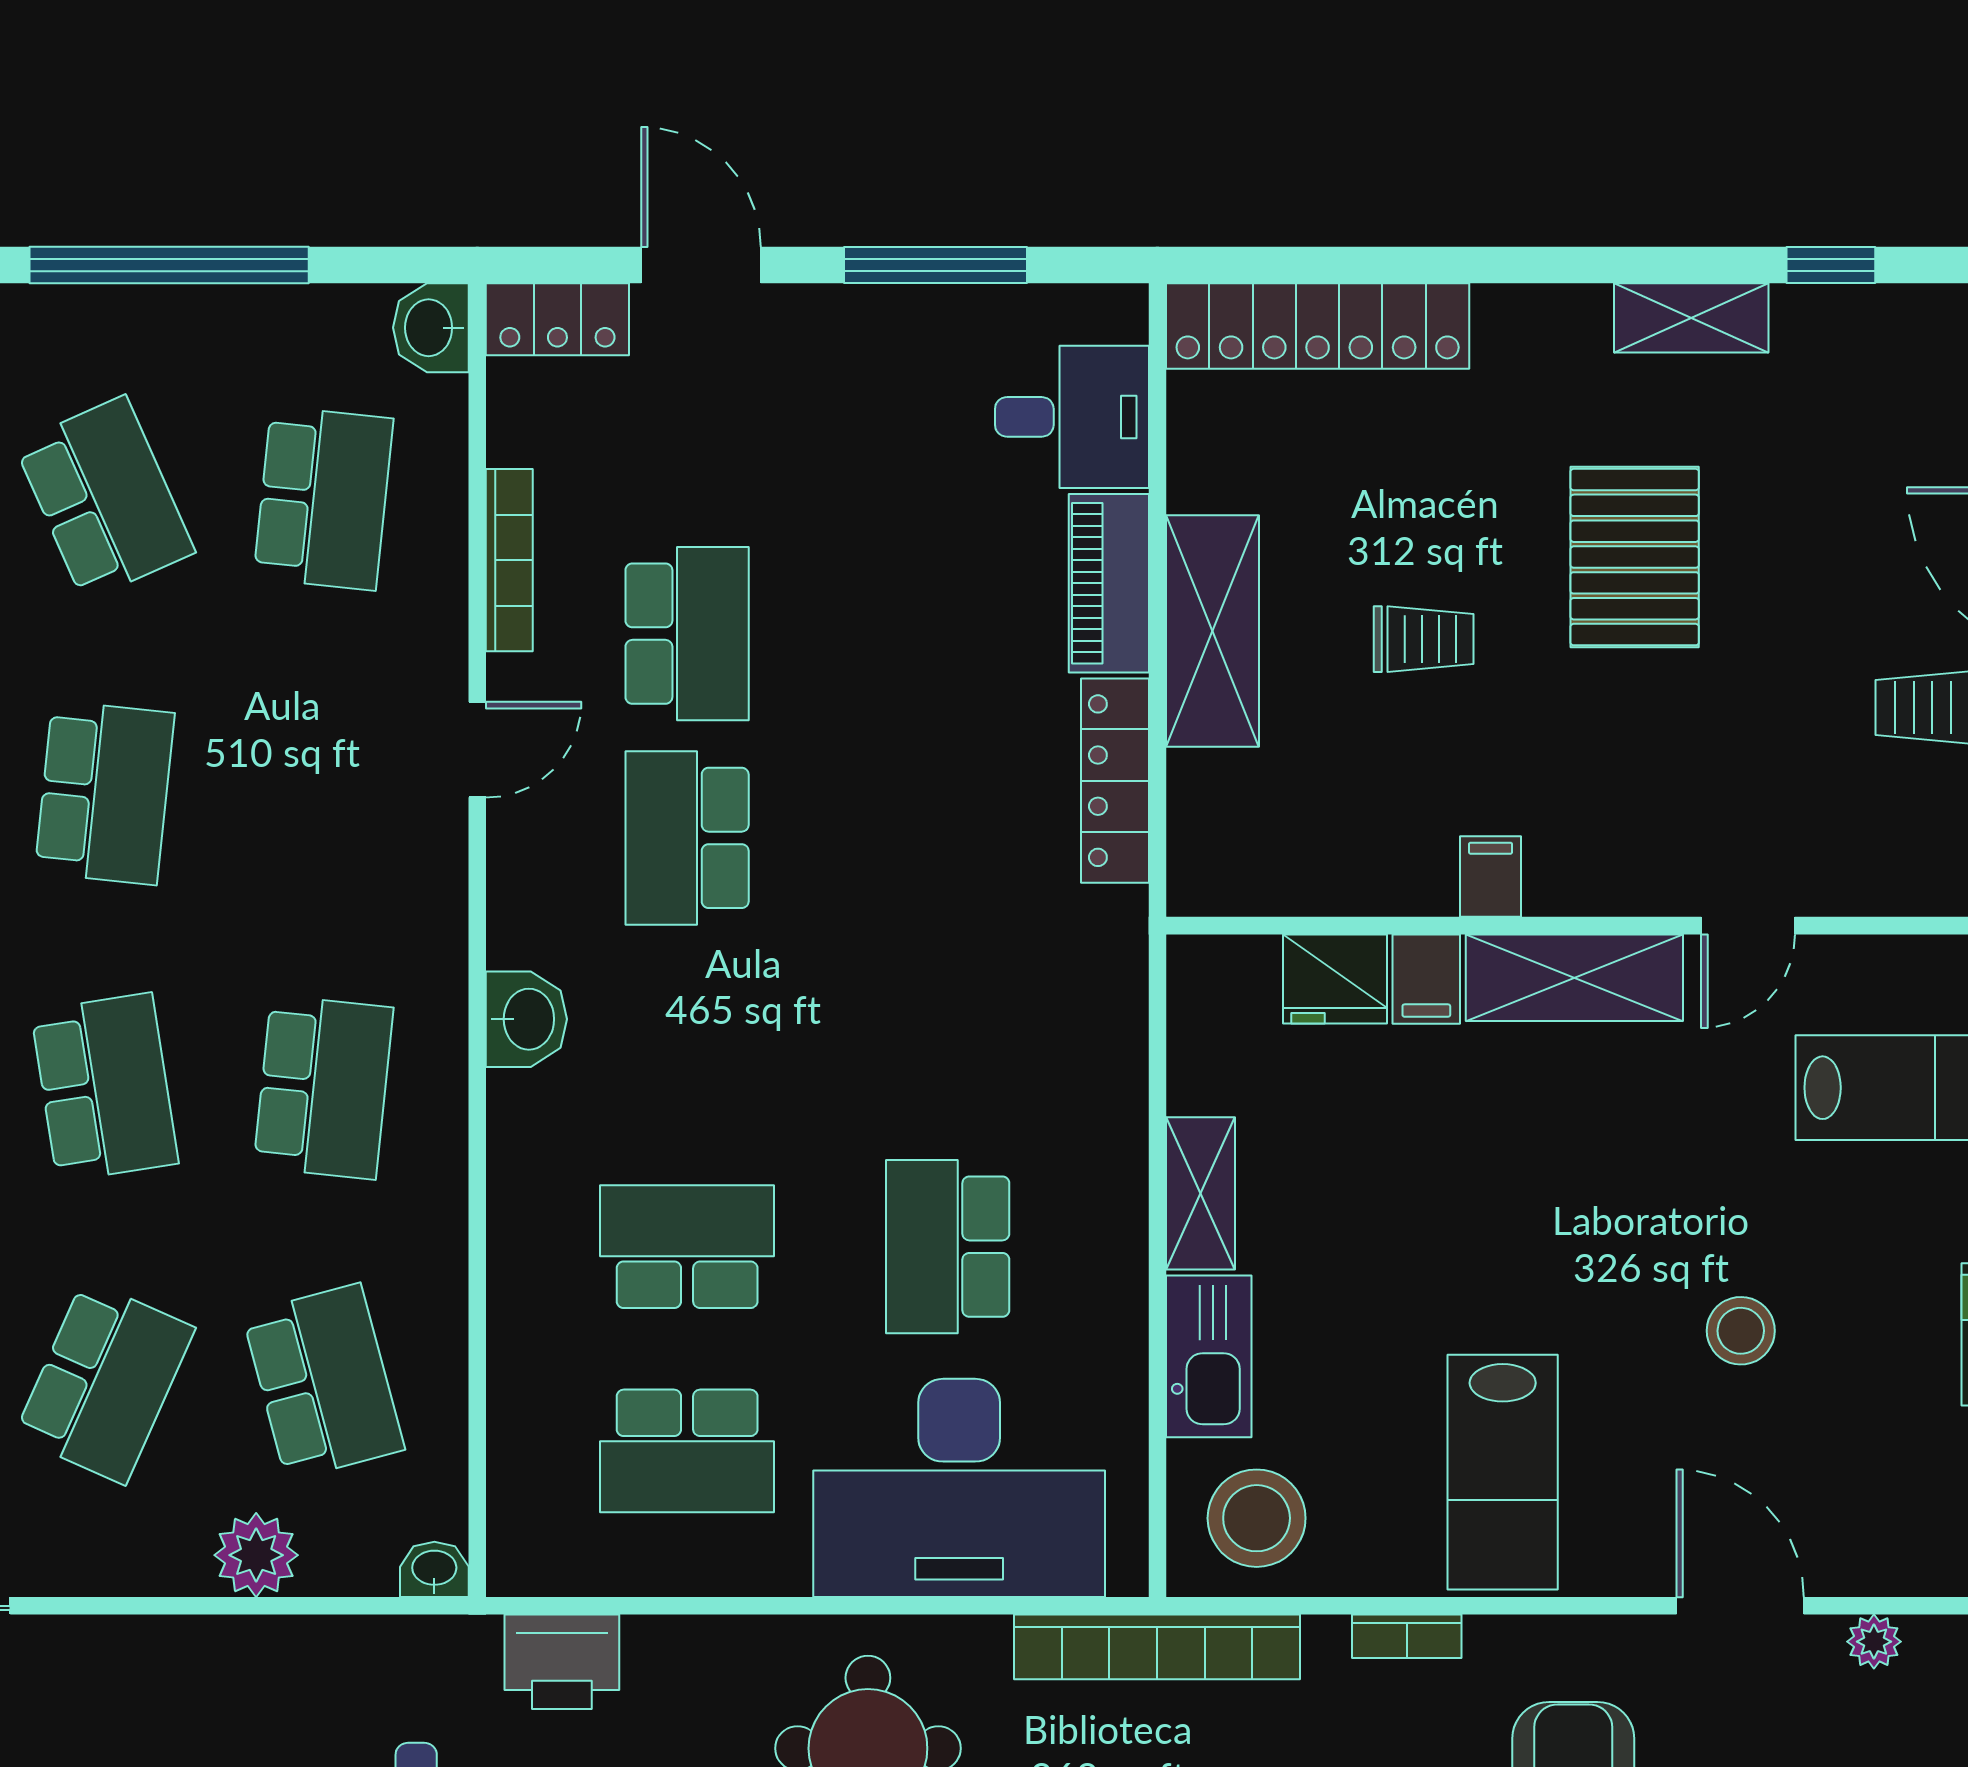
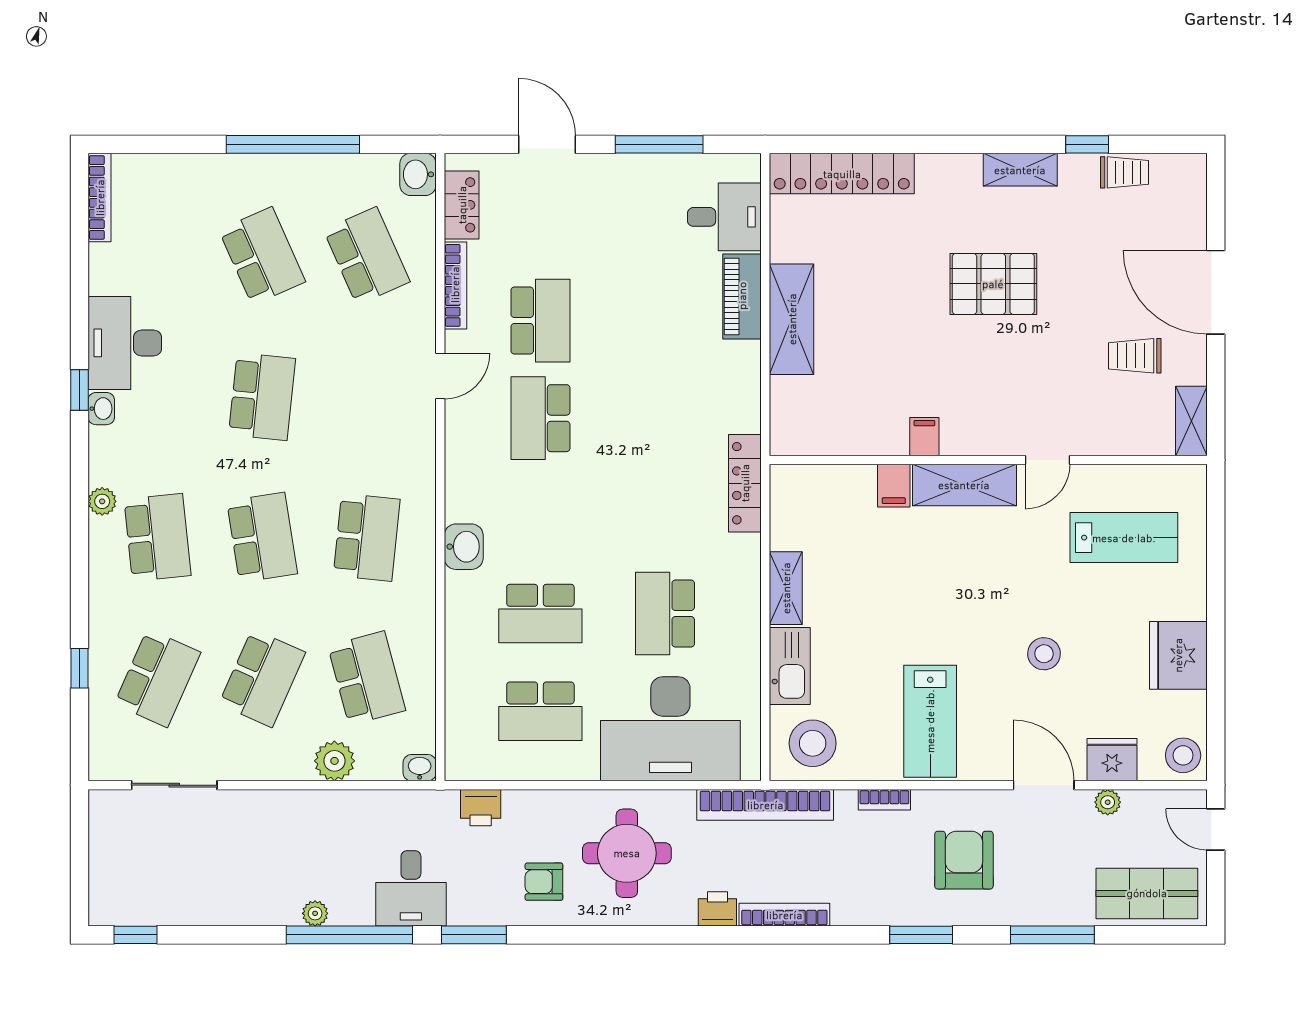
locker: (557, 319) -> (462, 205), moved, turned -90
school desk: (323, 498) -> (367, 256), turned -30
pallet: (1635, 557) -> (993, 284), turned 90
trolley: (1424, 639) -> (1125, 172), moved
locker: (1115, 781) -> (745, 483), moved
fridge: (1335, 979) -> (1112, 760), moved, turned 180
washbasin: (526, 1019) -> (464, 547), moved
school desk: (687, 1247) -> (540, 614), turned 180
printer: (562, 1662) -> (481, 808), width x0.73, depth x0.81

